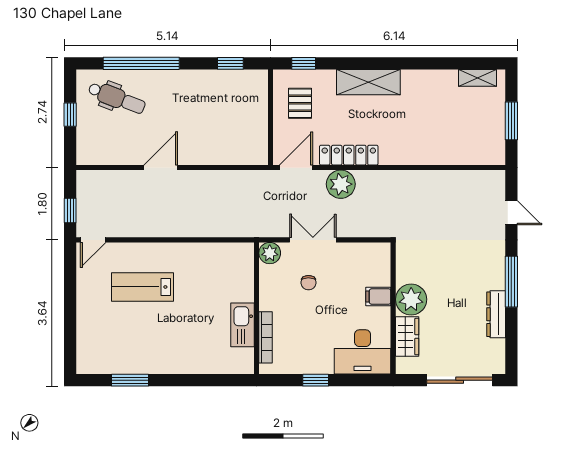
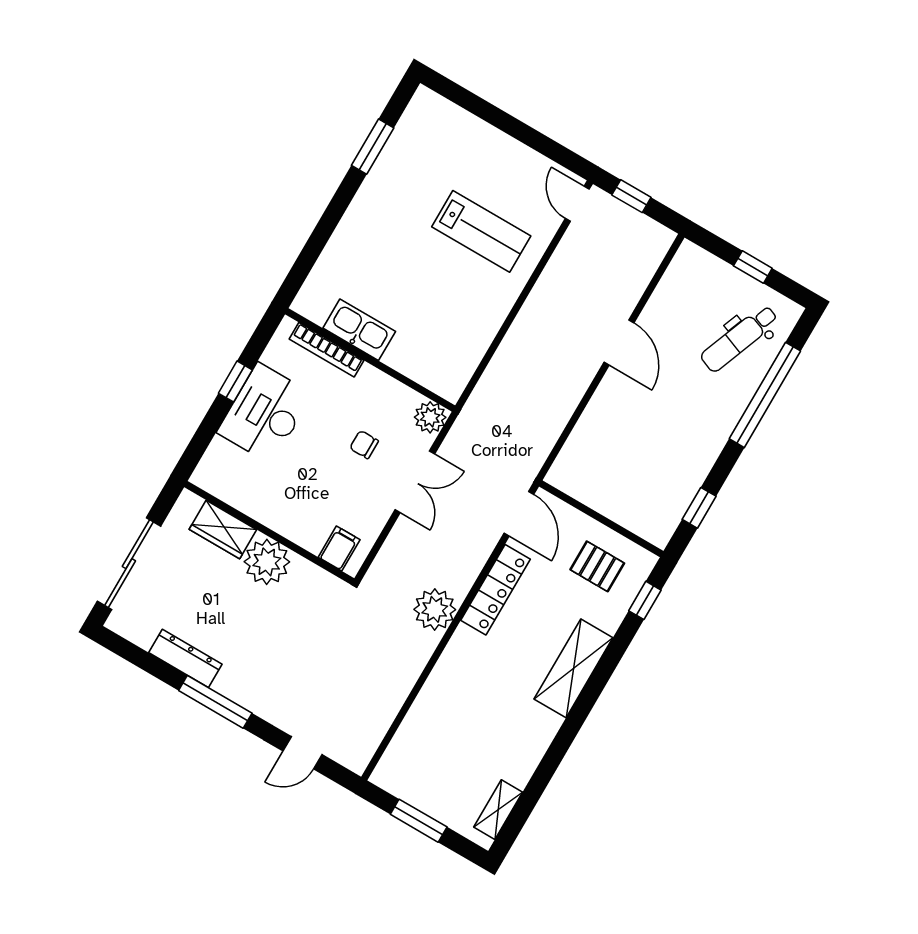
plant: (341, 184) -> (435, 609), moved
lab bench: (143, 287) -> (481, 231), turned 90
filing cabinet: (378, 296) -> (339, 548), moved
desk: (363, 352) -> (265, 413), moved

